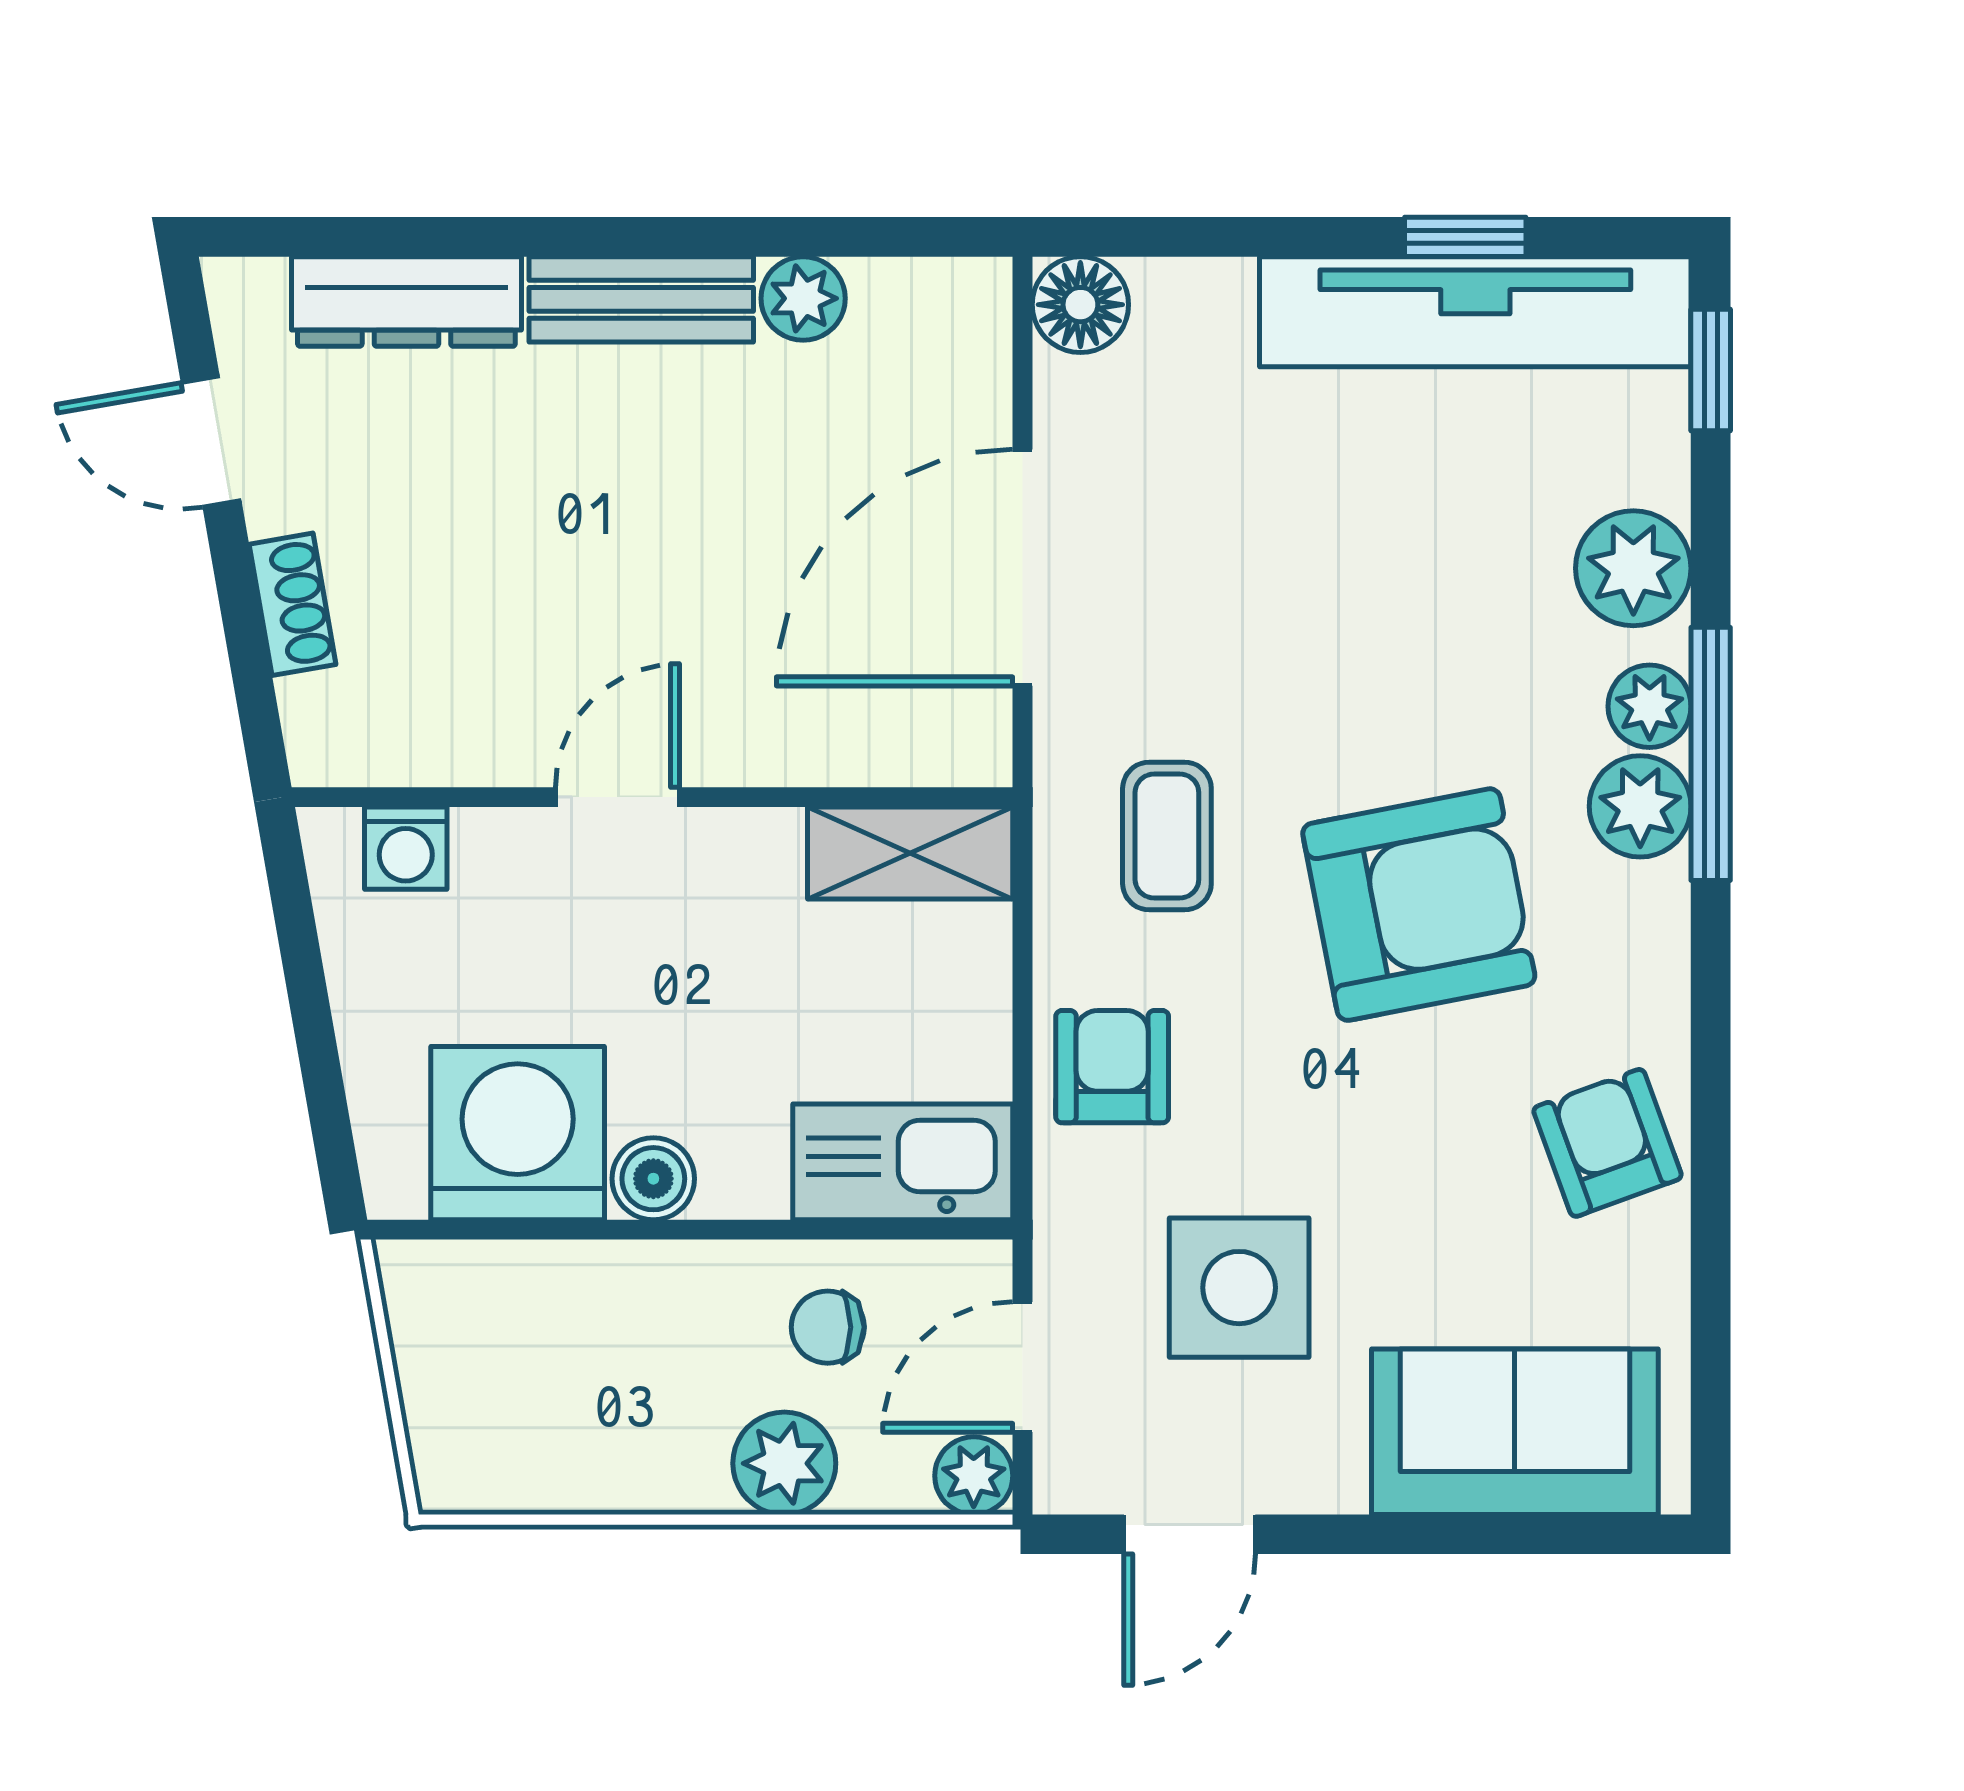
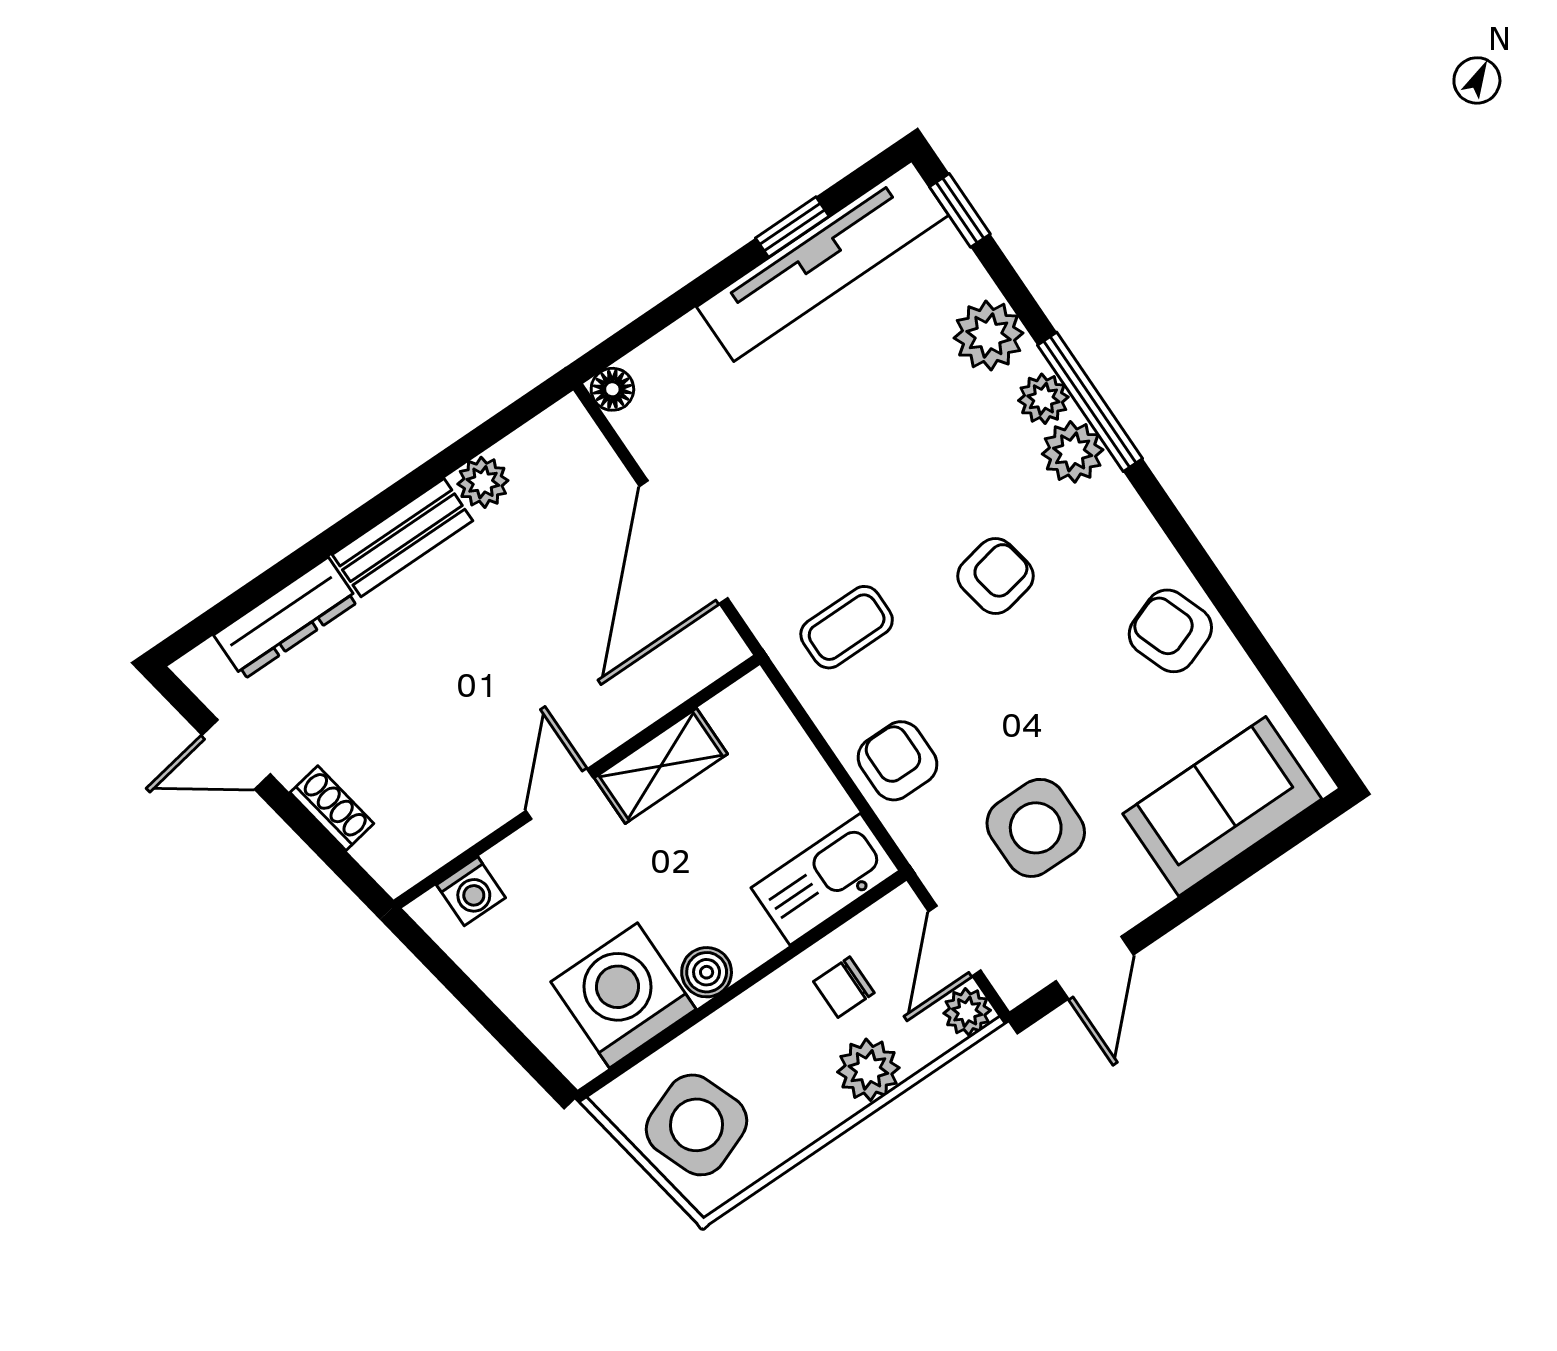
floor lamp: (1080, 305) -> (612, 389), width x0.73, depth x0.73
coffee table: (1167, 836) -> (847, 627), turned 90
shelving: (910, 853) -> (661, 766), moved
armchair: (1419, 905) -> (995, 576), width x0.53, depth x0.53
side table: (497, 1379) -> (696, 1125), added

